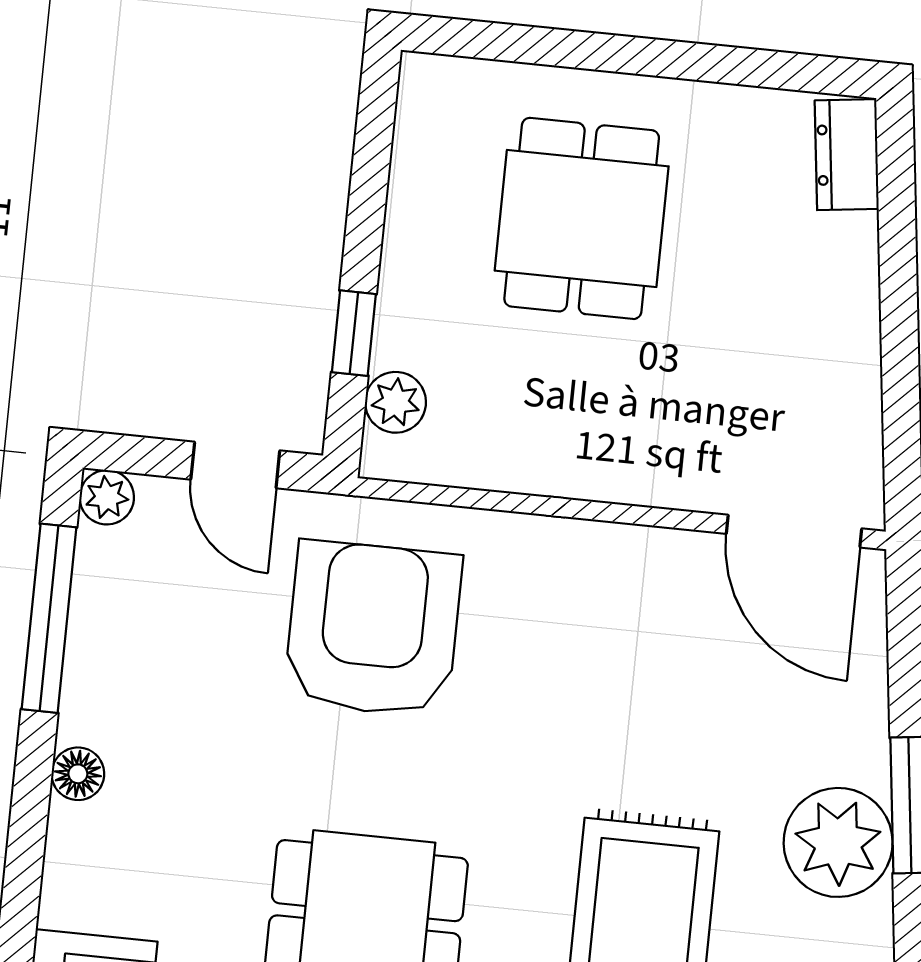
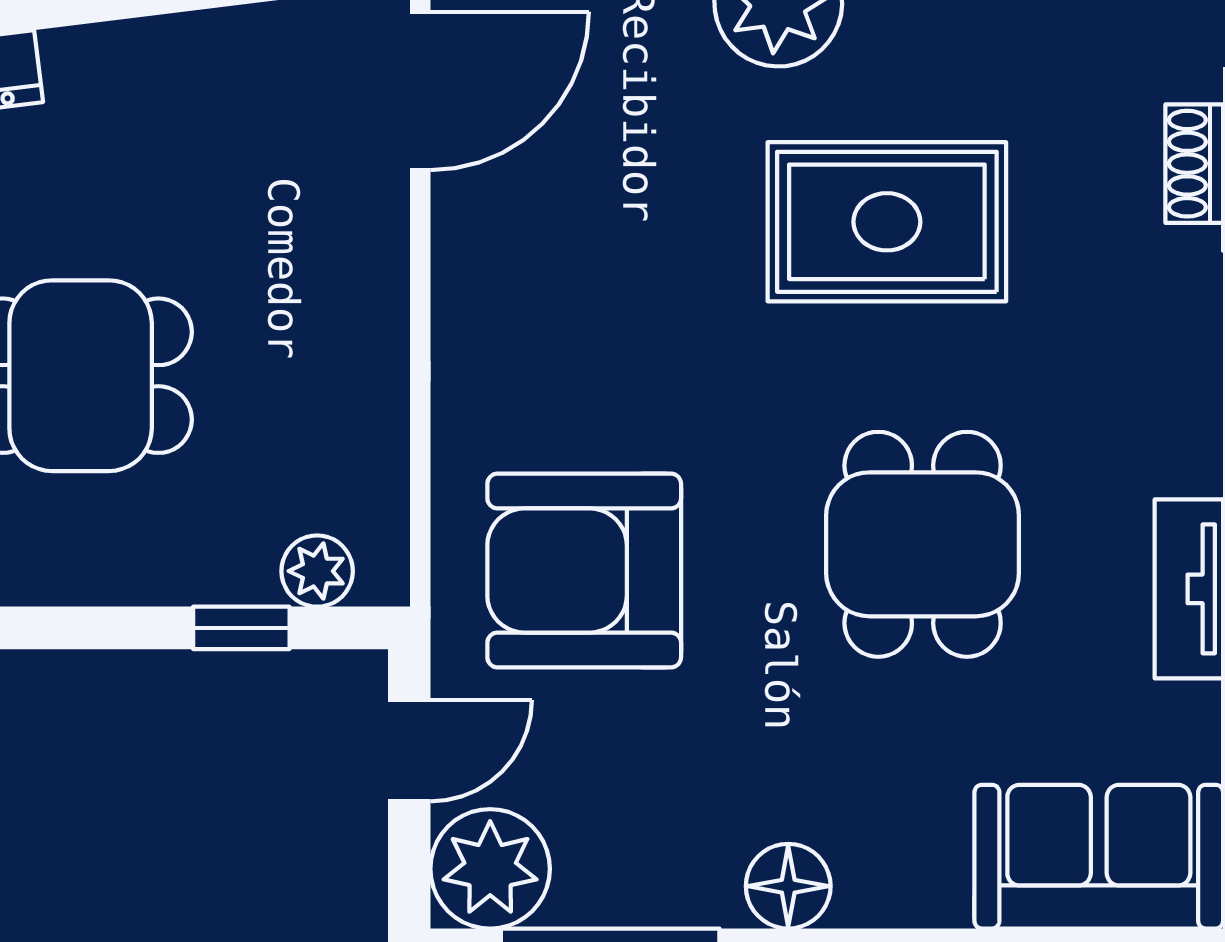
plant: (107, 497) -> (490, 869), width x1.88, depth x1.88
floor lamp: (78, 774) -> (788, 886), width x1.37, depth x1.37

